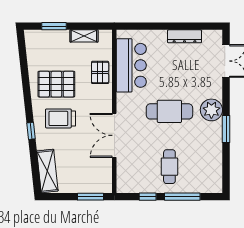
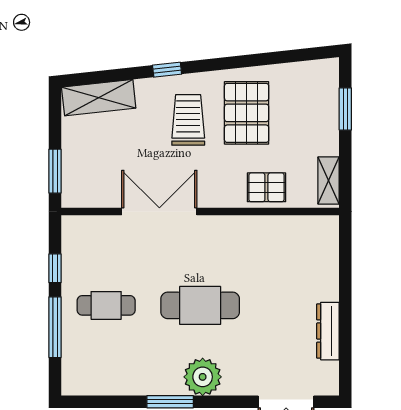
shelving: (84, 36) -> (329, 180), moved
bar counter: (131, 65) -> (279, 241), removed
cafe table: (169, 111) -> (200, 305), turned 90

